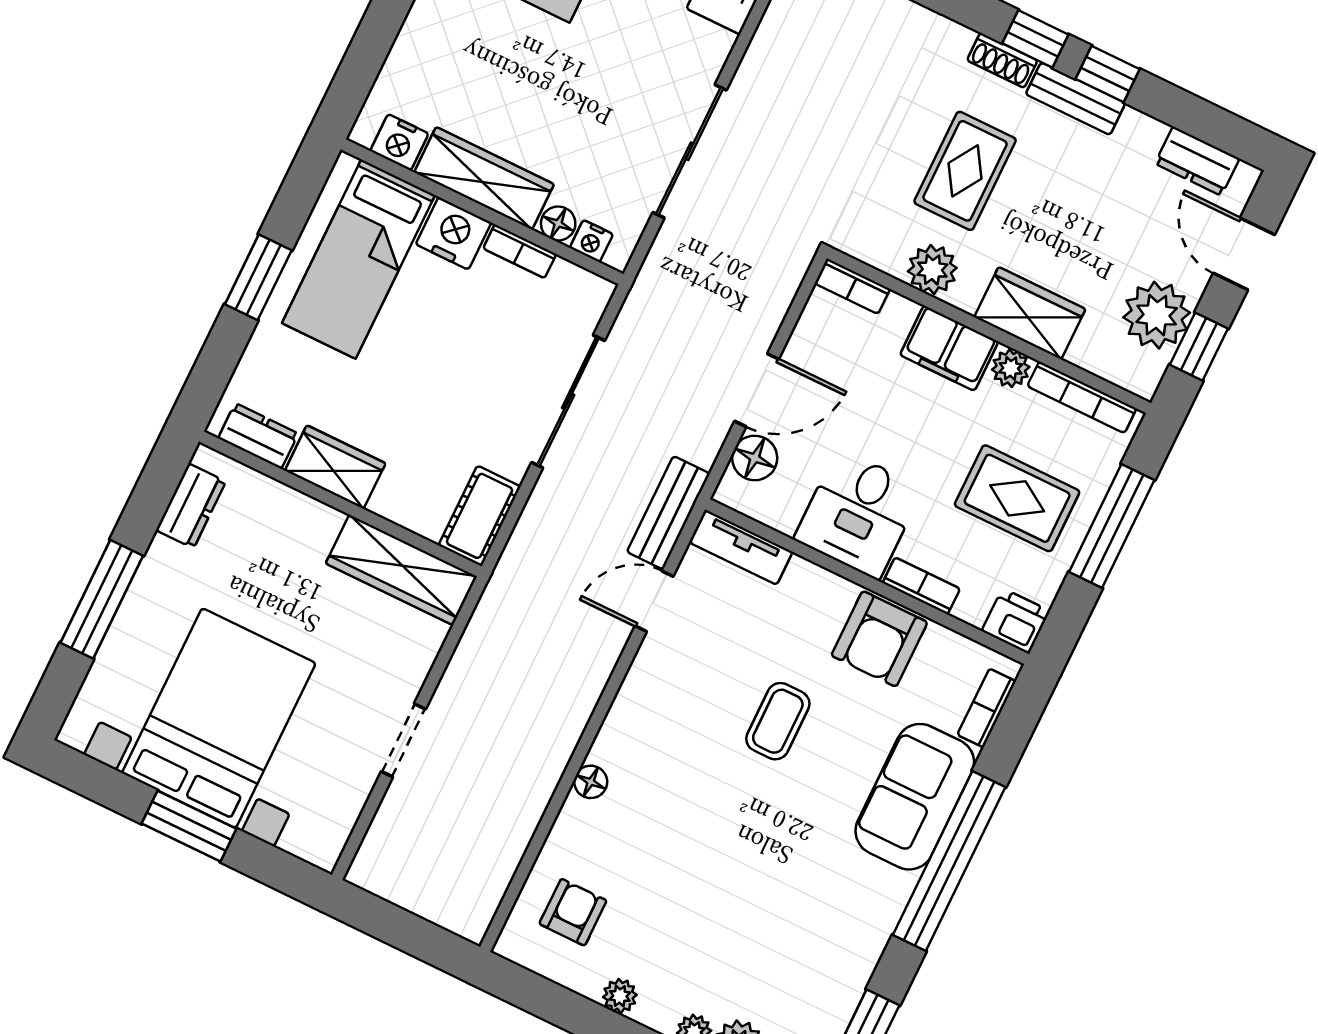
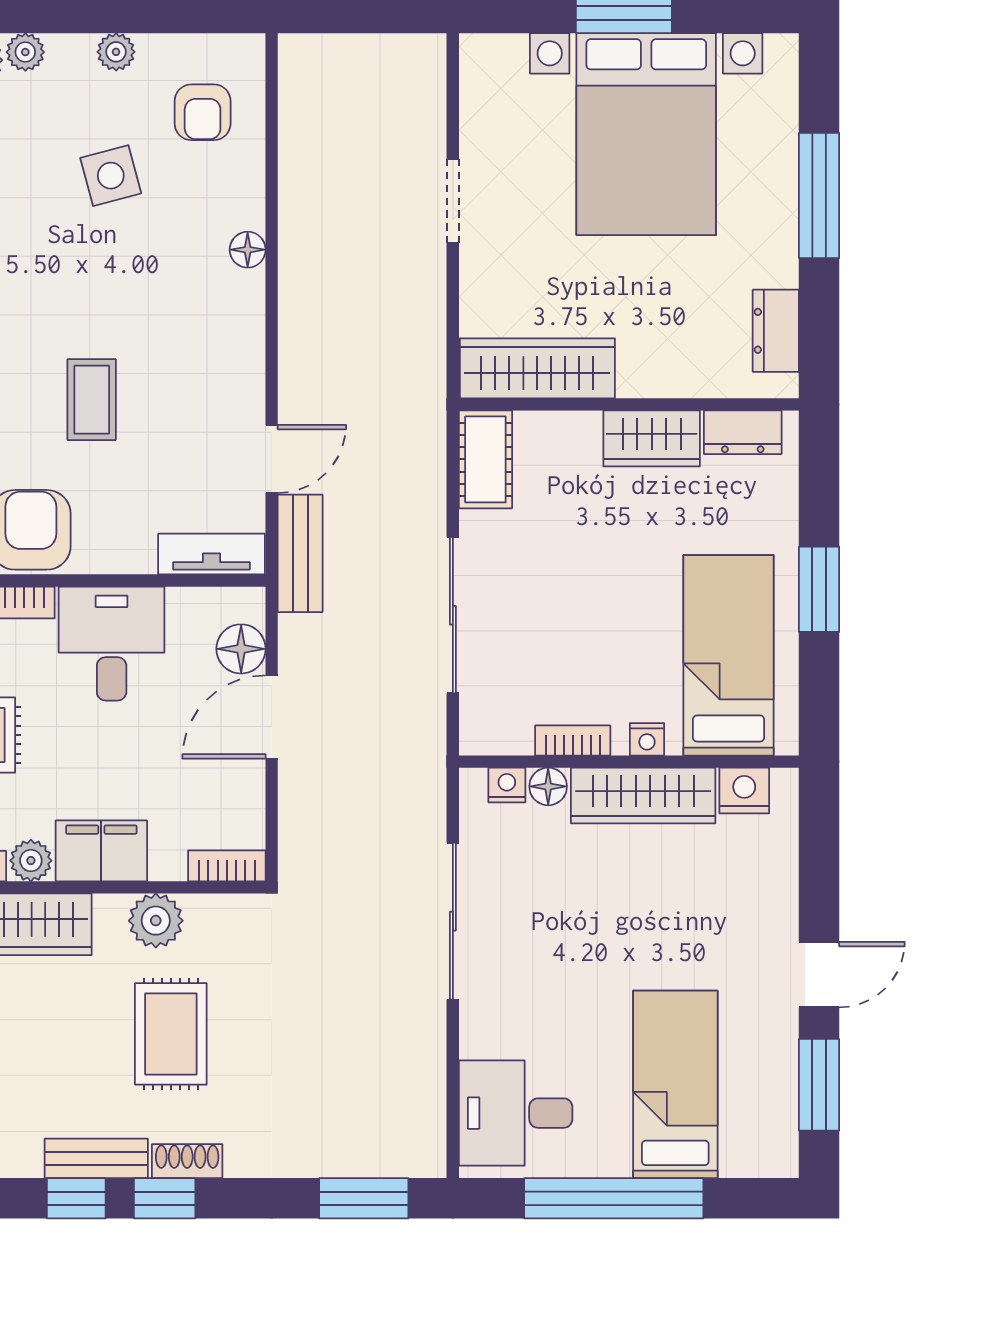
nightstand: (453, 233) -> (647, 739), width x0.53, depth x0.56
side table: (673, 897) -> (111, 176), added

